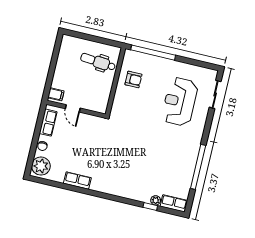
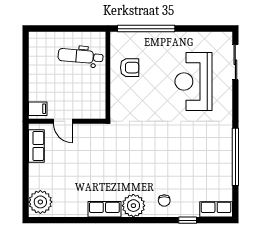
chair: (42, 146) -> (164, 201), moved
row of seats: (77, 180) -> (104, 209), moved
plant: (156, 200) -> (133, 206), moved, width x1.87, depth x1.87

